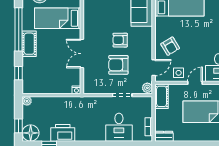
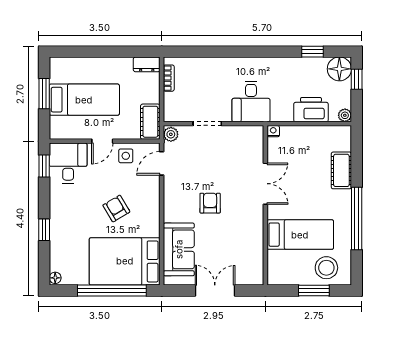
armchair: (120, 40) -> (210, 203), turned -90
cot: (29, 44) -> (341, 170), moved
armchair: (170, 46) -> (116, 209), moved
armchair: (118, 65) -> (213, 167), removed
window: (19, 73) -> (357, 155), removed
desk: (119, 127) -> (251, 101), moved, turned 180
printer: (63, 133) -> (311, 110), moved, turned 180

